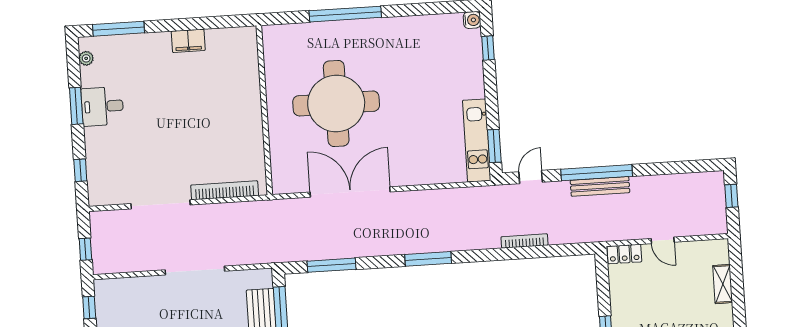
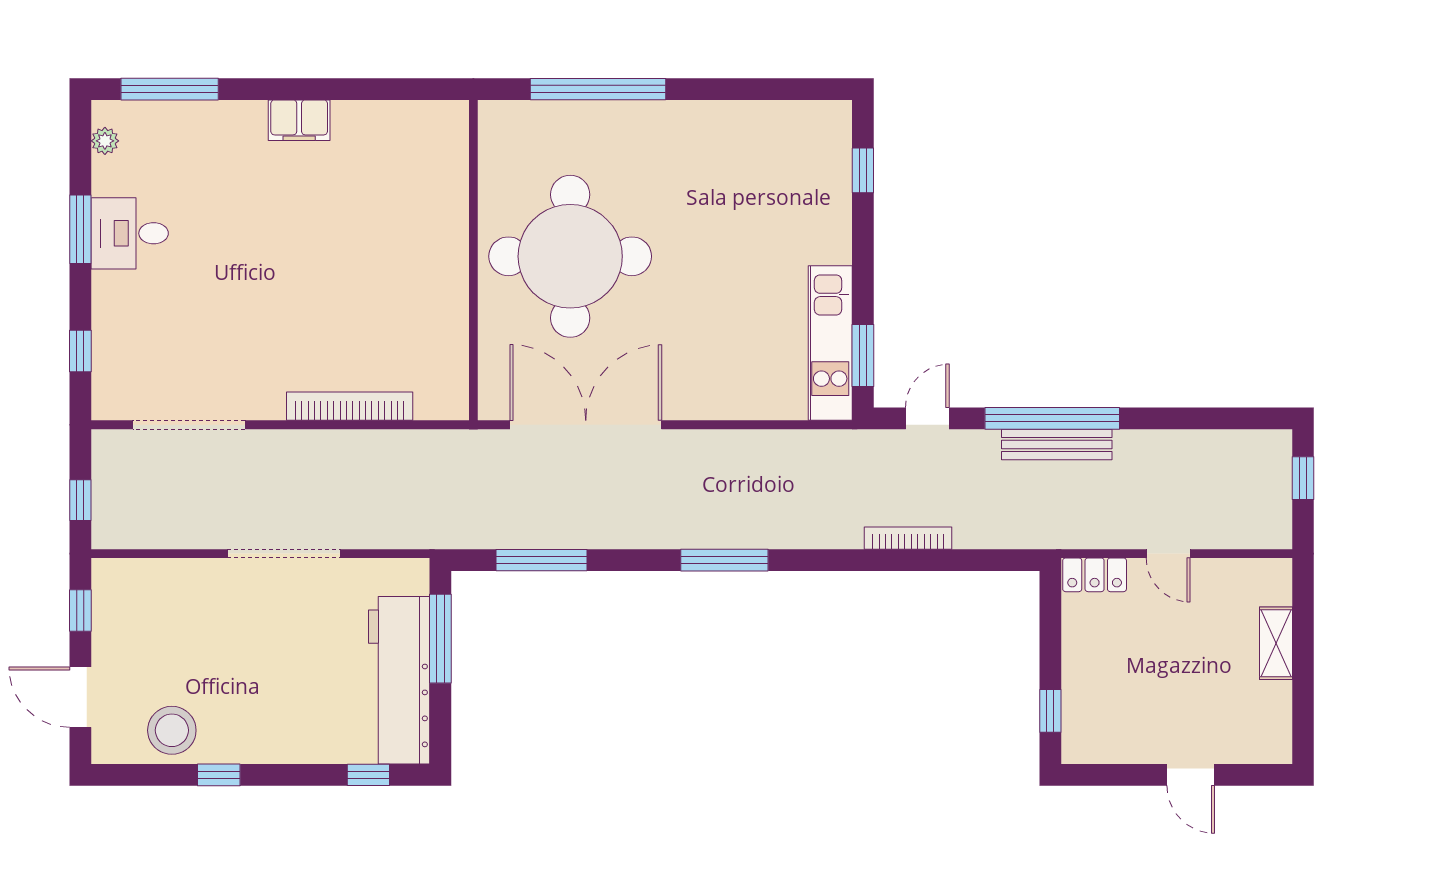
water cooler: (472, 20) -> (836, 116), removed
wall: (264, 110) -> (473, 260), moved
doorway: (160, 204) -> (189, 425), moved

